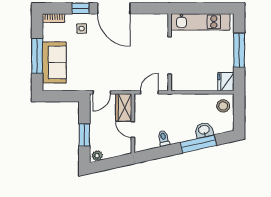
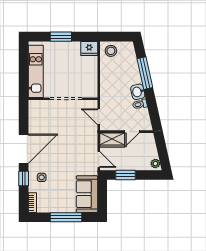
window: (239, 50) -> (61, 37), width x0.69
sofa: (54, 62) -> (87, 194), moved, turned -90
washbasin: (204, 130) -> (138, 92), moved
window: (84, 135) -> (125, 175), moved

